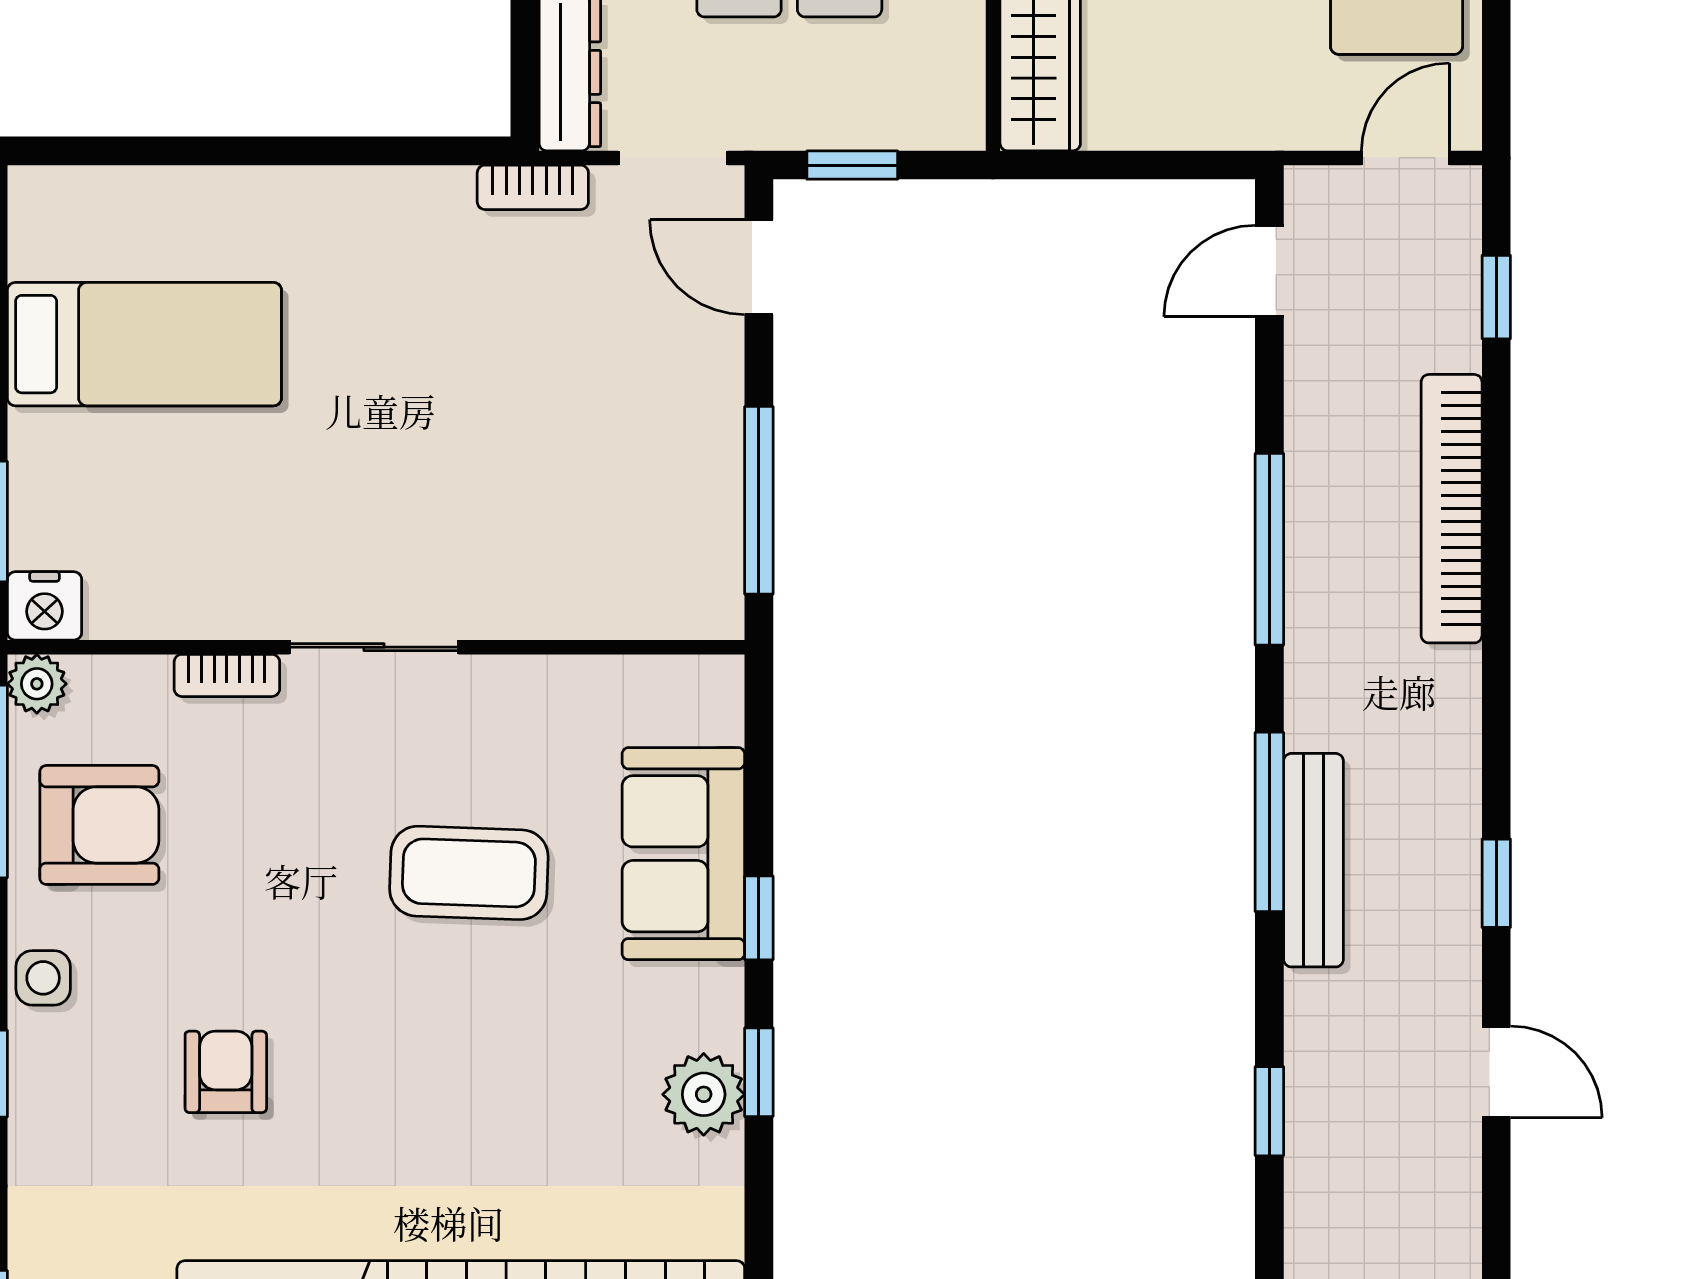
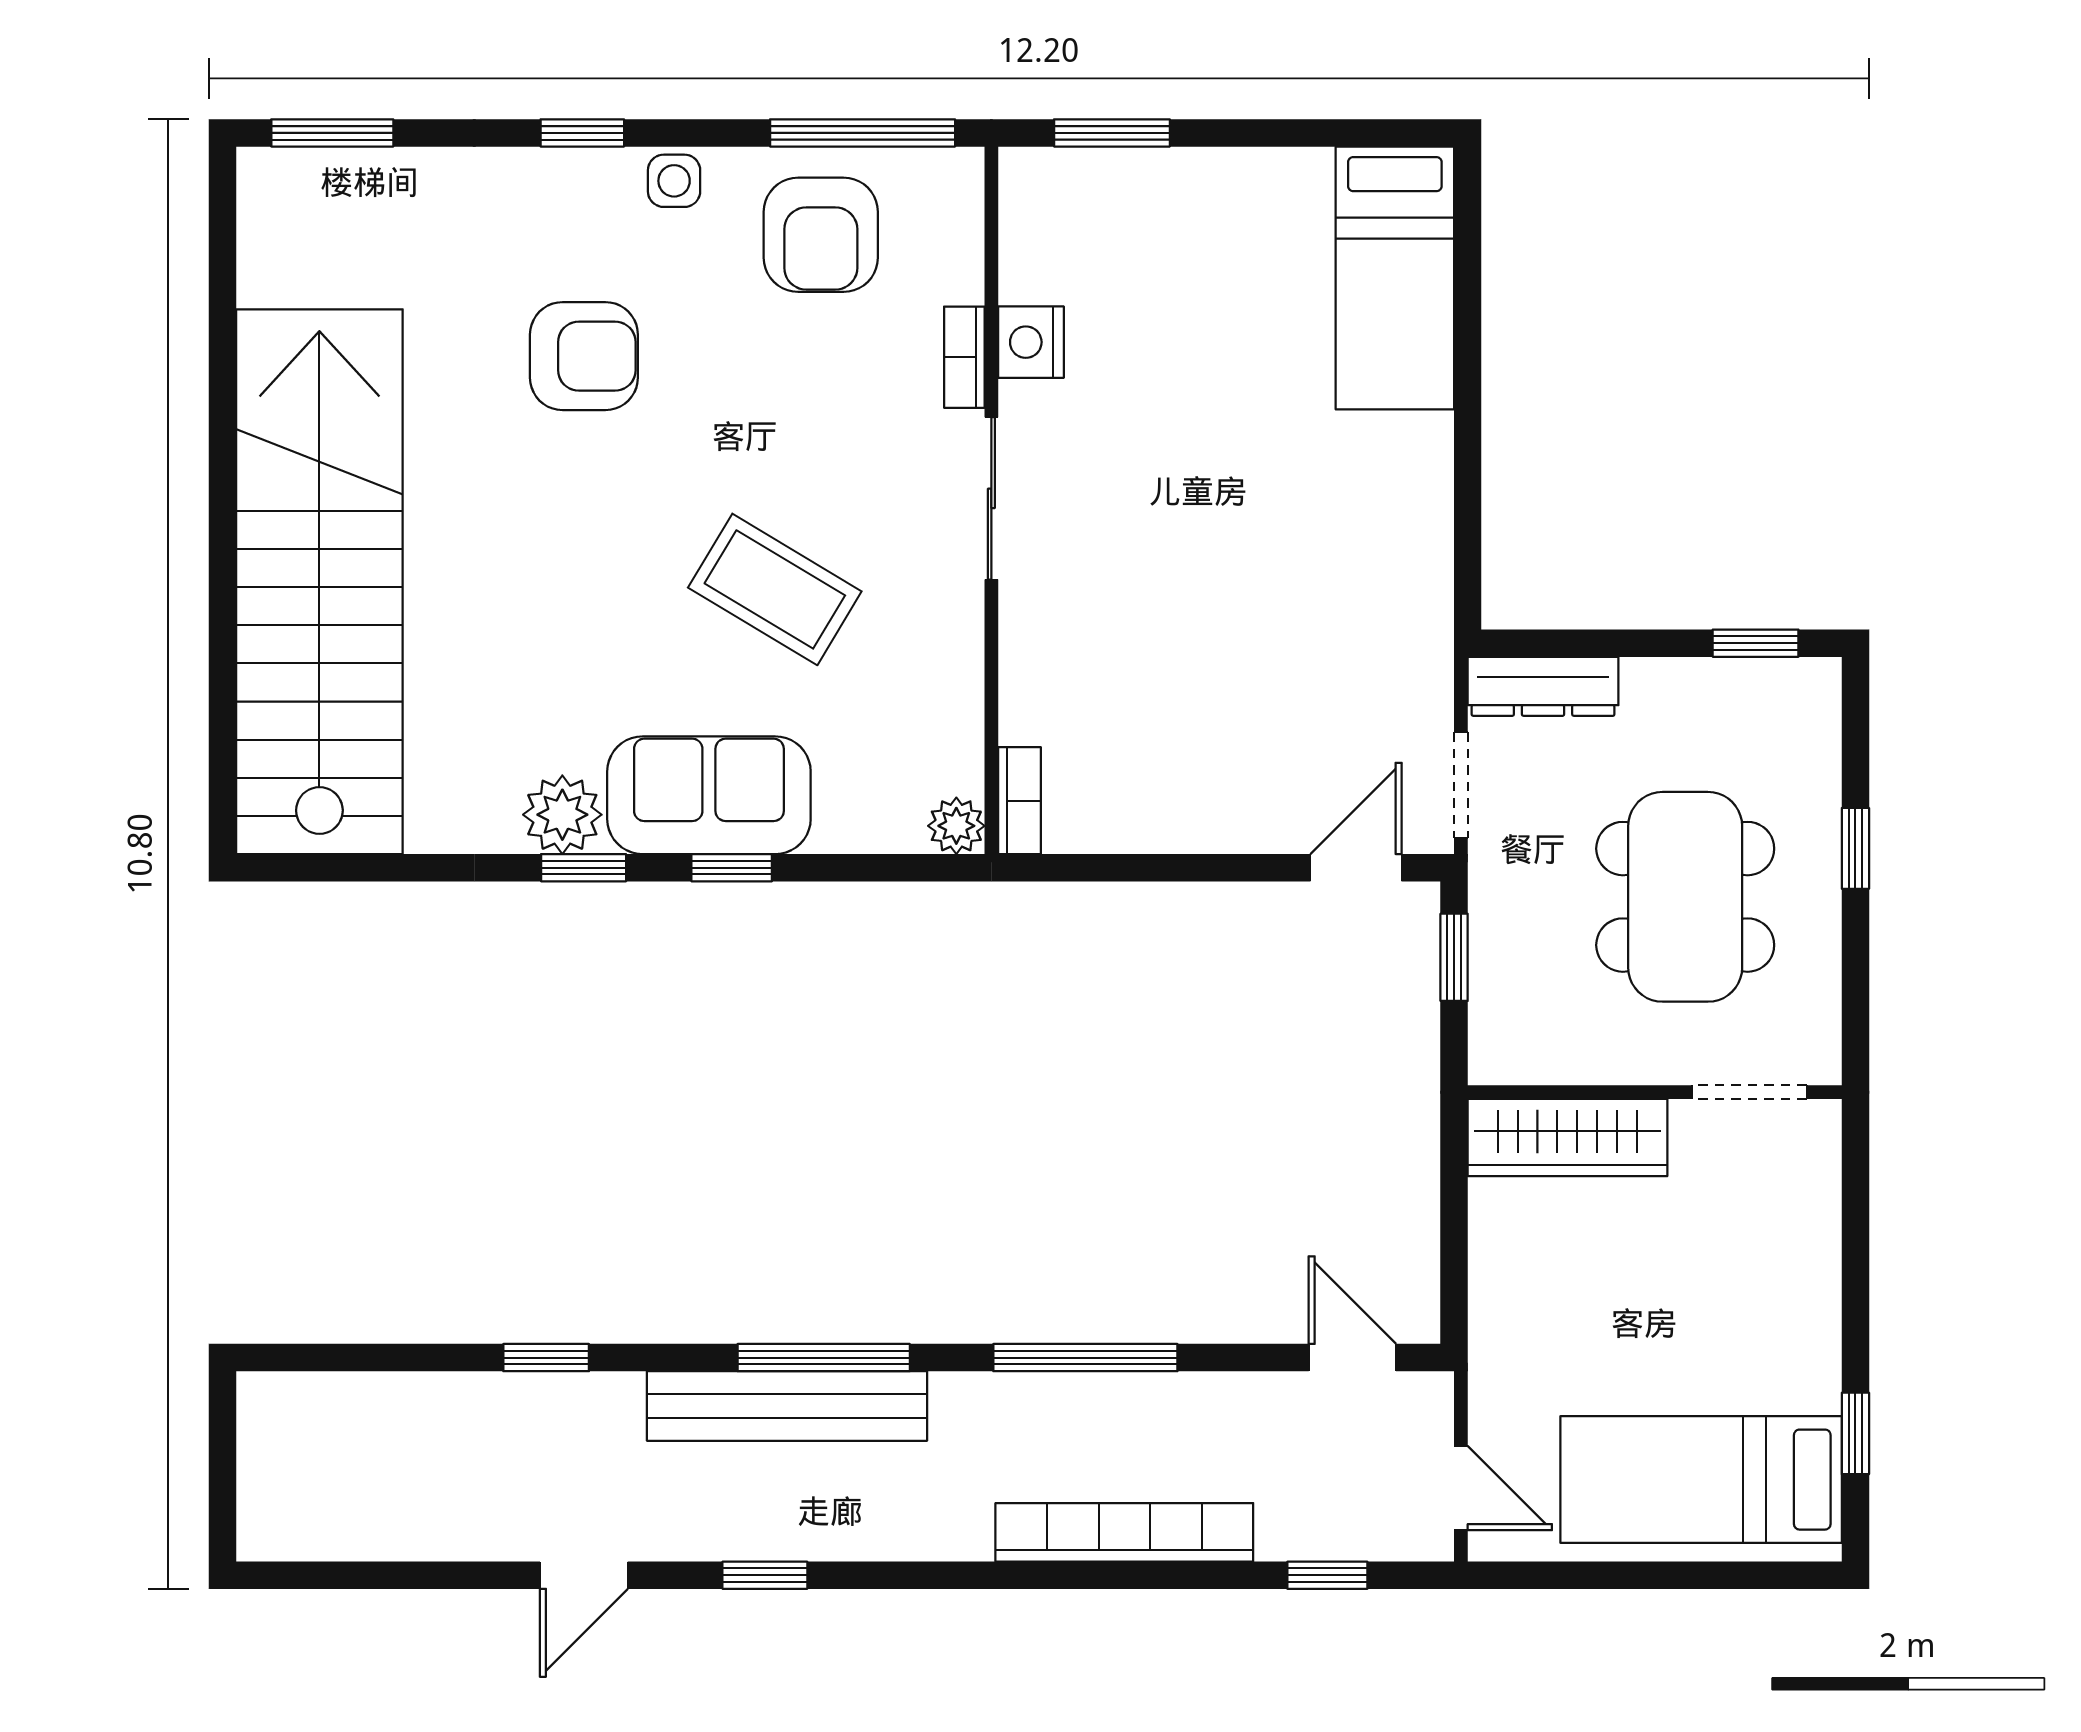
bookcase: (533, 187) -> (1020, 801), moved, turned 180
bed: (144, 344) -> (1395, 278), moved
window: (759, 500) -> (1132, 868), removed
nightstand: (45, 606) -> (1031, 342), moved
plant: (37, 684) -> (956, 826), moved
sofa: (683, 854) -> (709, 795), moved
bench: (1313, 860) -> (787, 1406), width x1.37, depth x1.21
coffee table: (469, 873) -> (775, 589), turned -61
armchair: (226, 1072) -> (584, 356), width x1.38, depth x1.38

